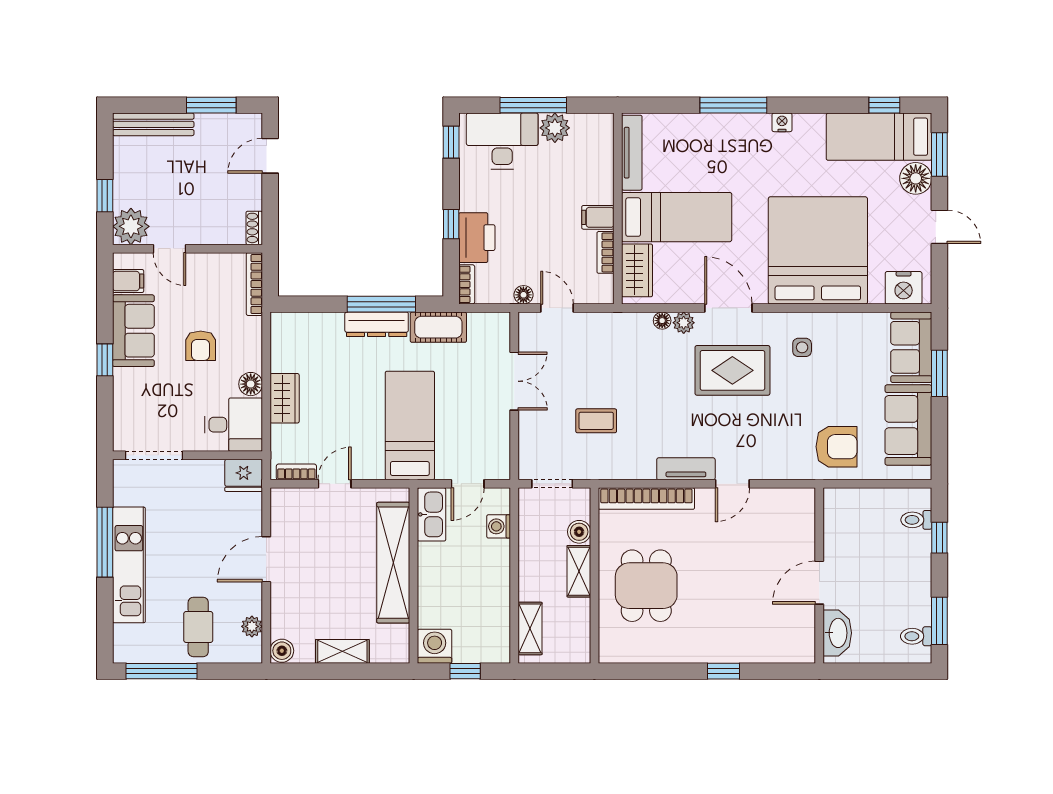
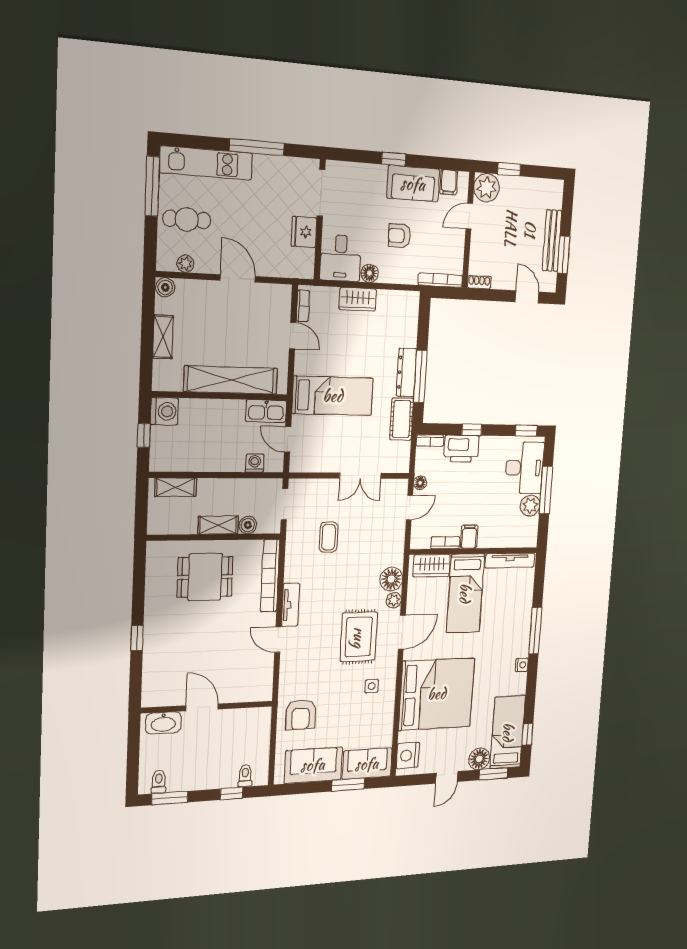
bench: (153, 124) -> (552, 241), moved
floor lamp: (662, 321) -> (391, 579), width x1.89, depth x1.89
fridge: (244, 475) -> (304, 232), moved
kitchen unit: (129, 565) -> (206, 163), moved

